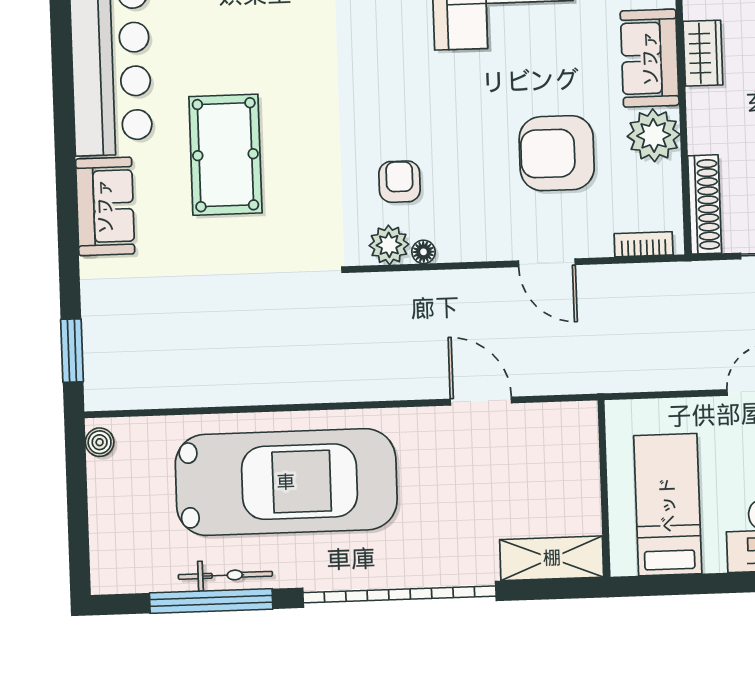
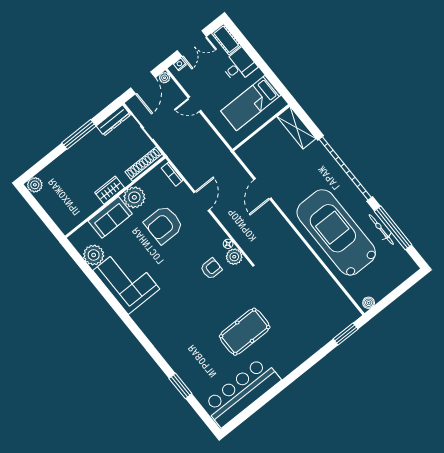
wardrobe: (703, 53) -> (110, 190), moved
armchair: (557, 153) -> (164, 225), turned 90
armchair: (400, 182) -> (211, 269), turned 180
sofa: (105, 206) -> (291, 358), removed

